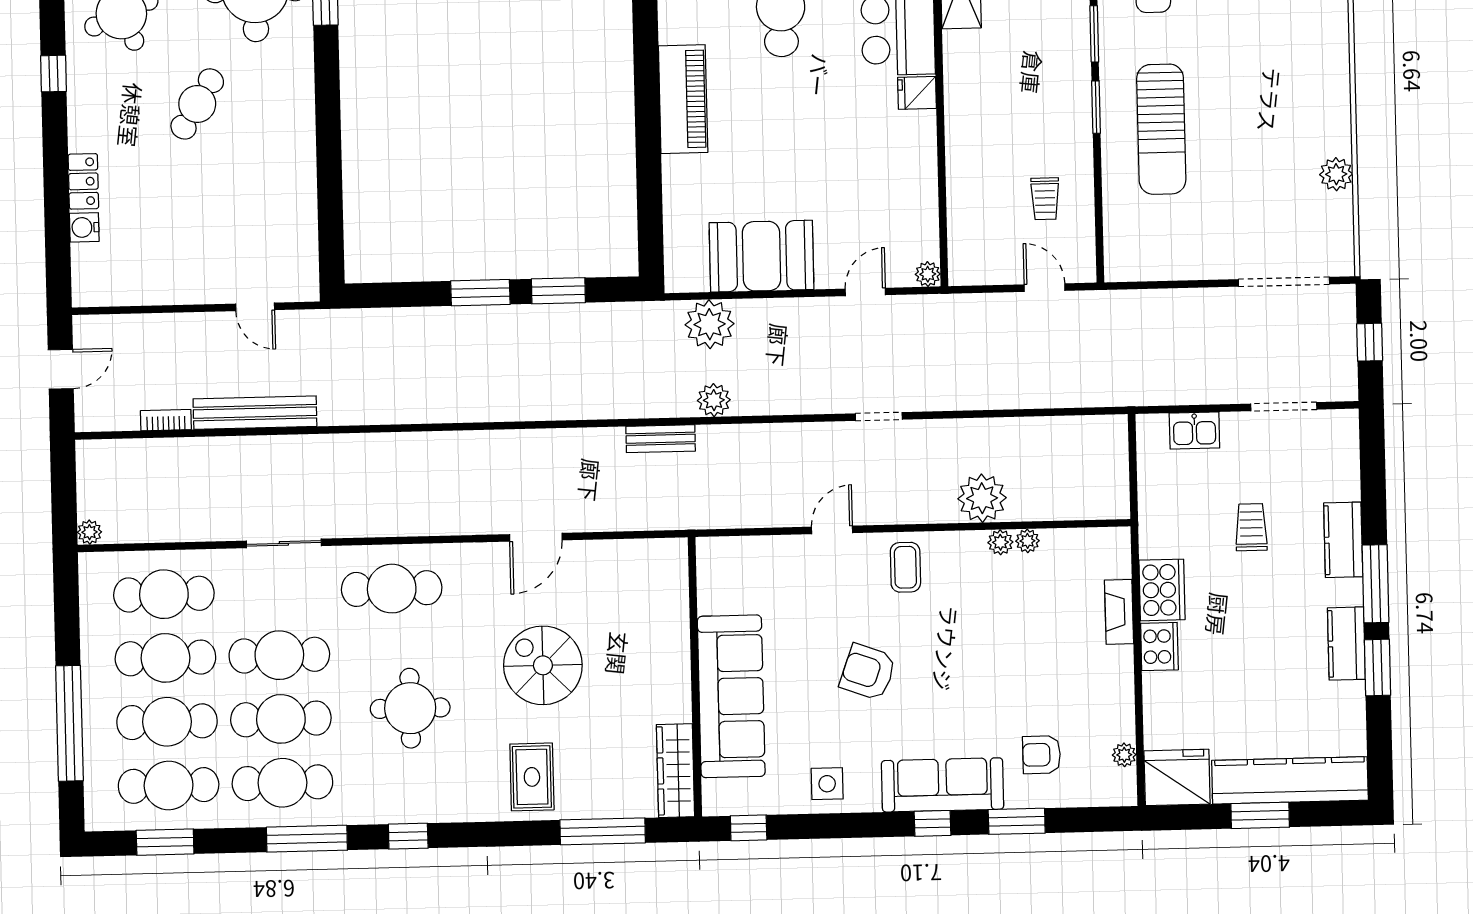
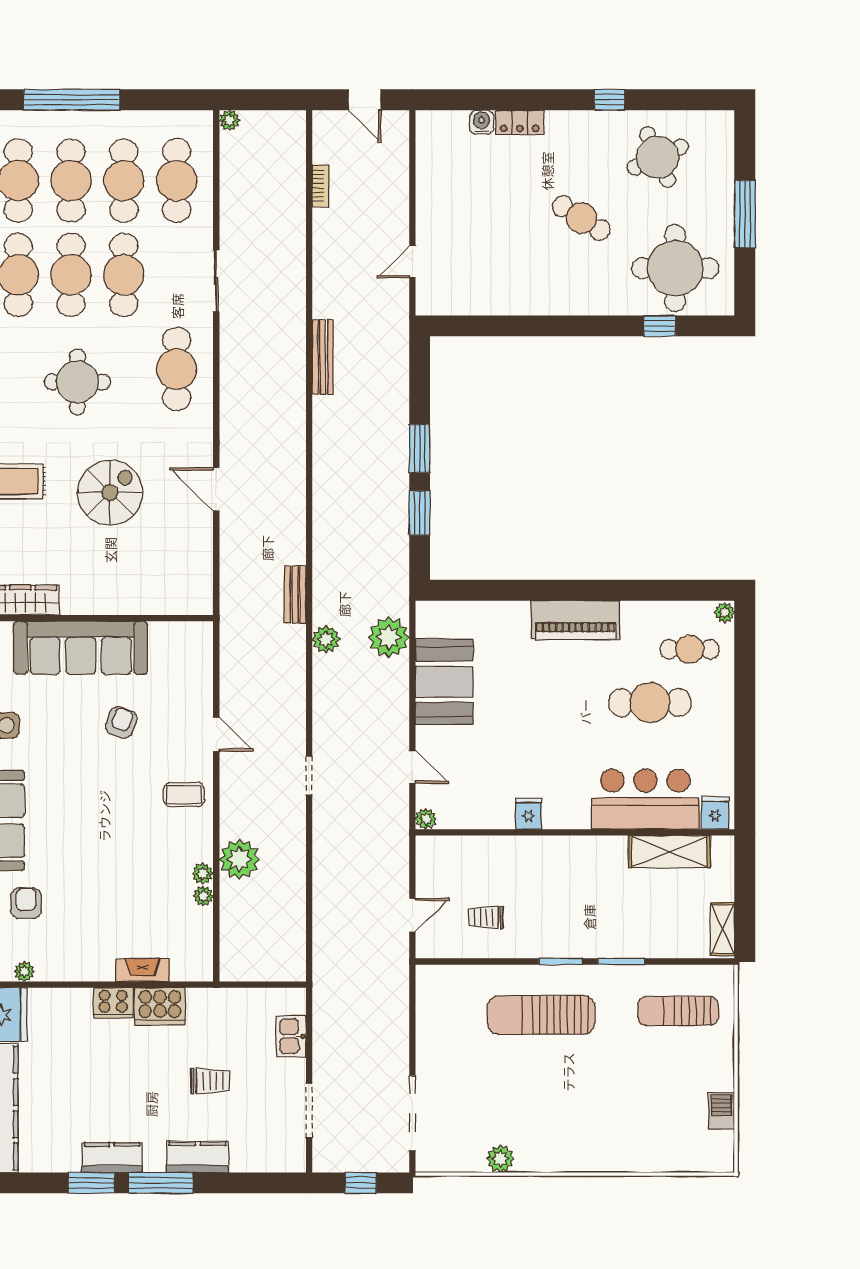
fridge: (917, 93) -> (529, 814), moved
bench: (255, 413) -> (323, 357), moved, width x0.73, depth x0.82
armchair: (868, 672) -> (121, 723), moved, width x0.72, depth x0.72

